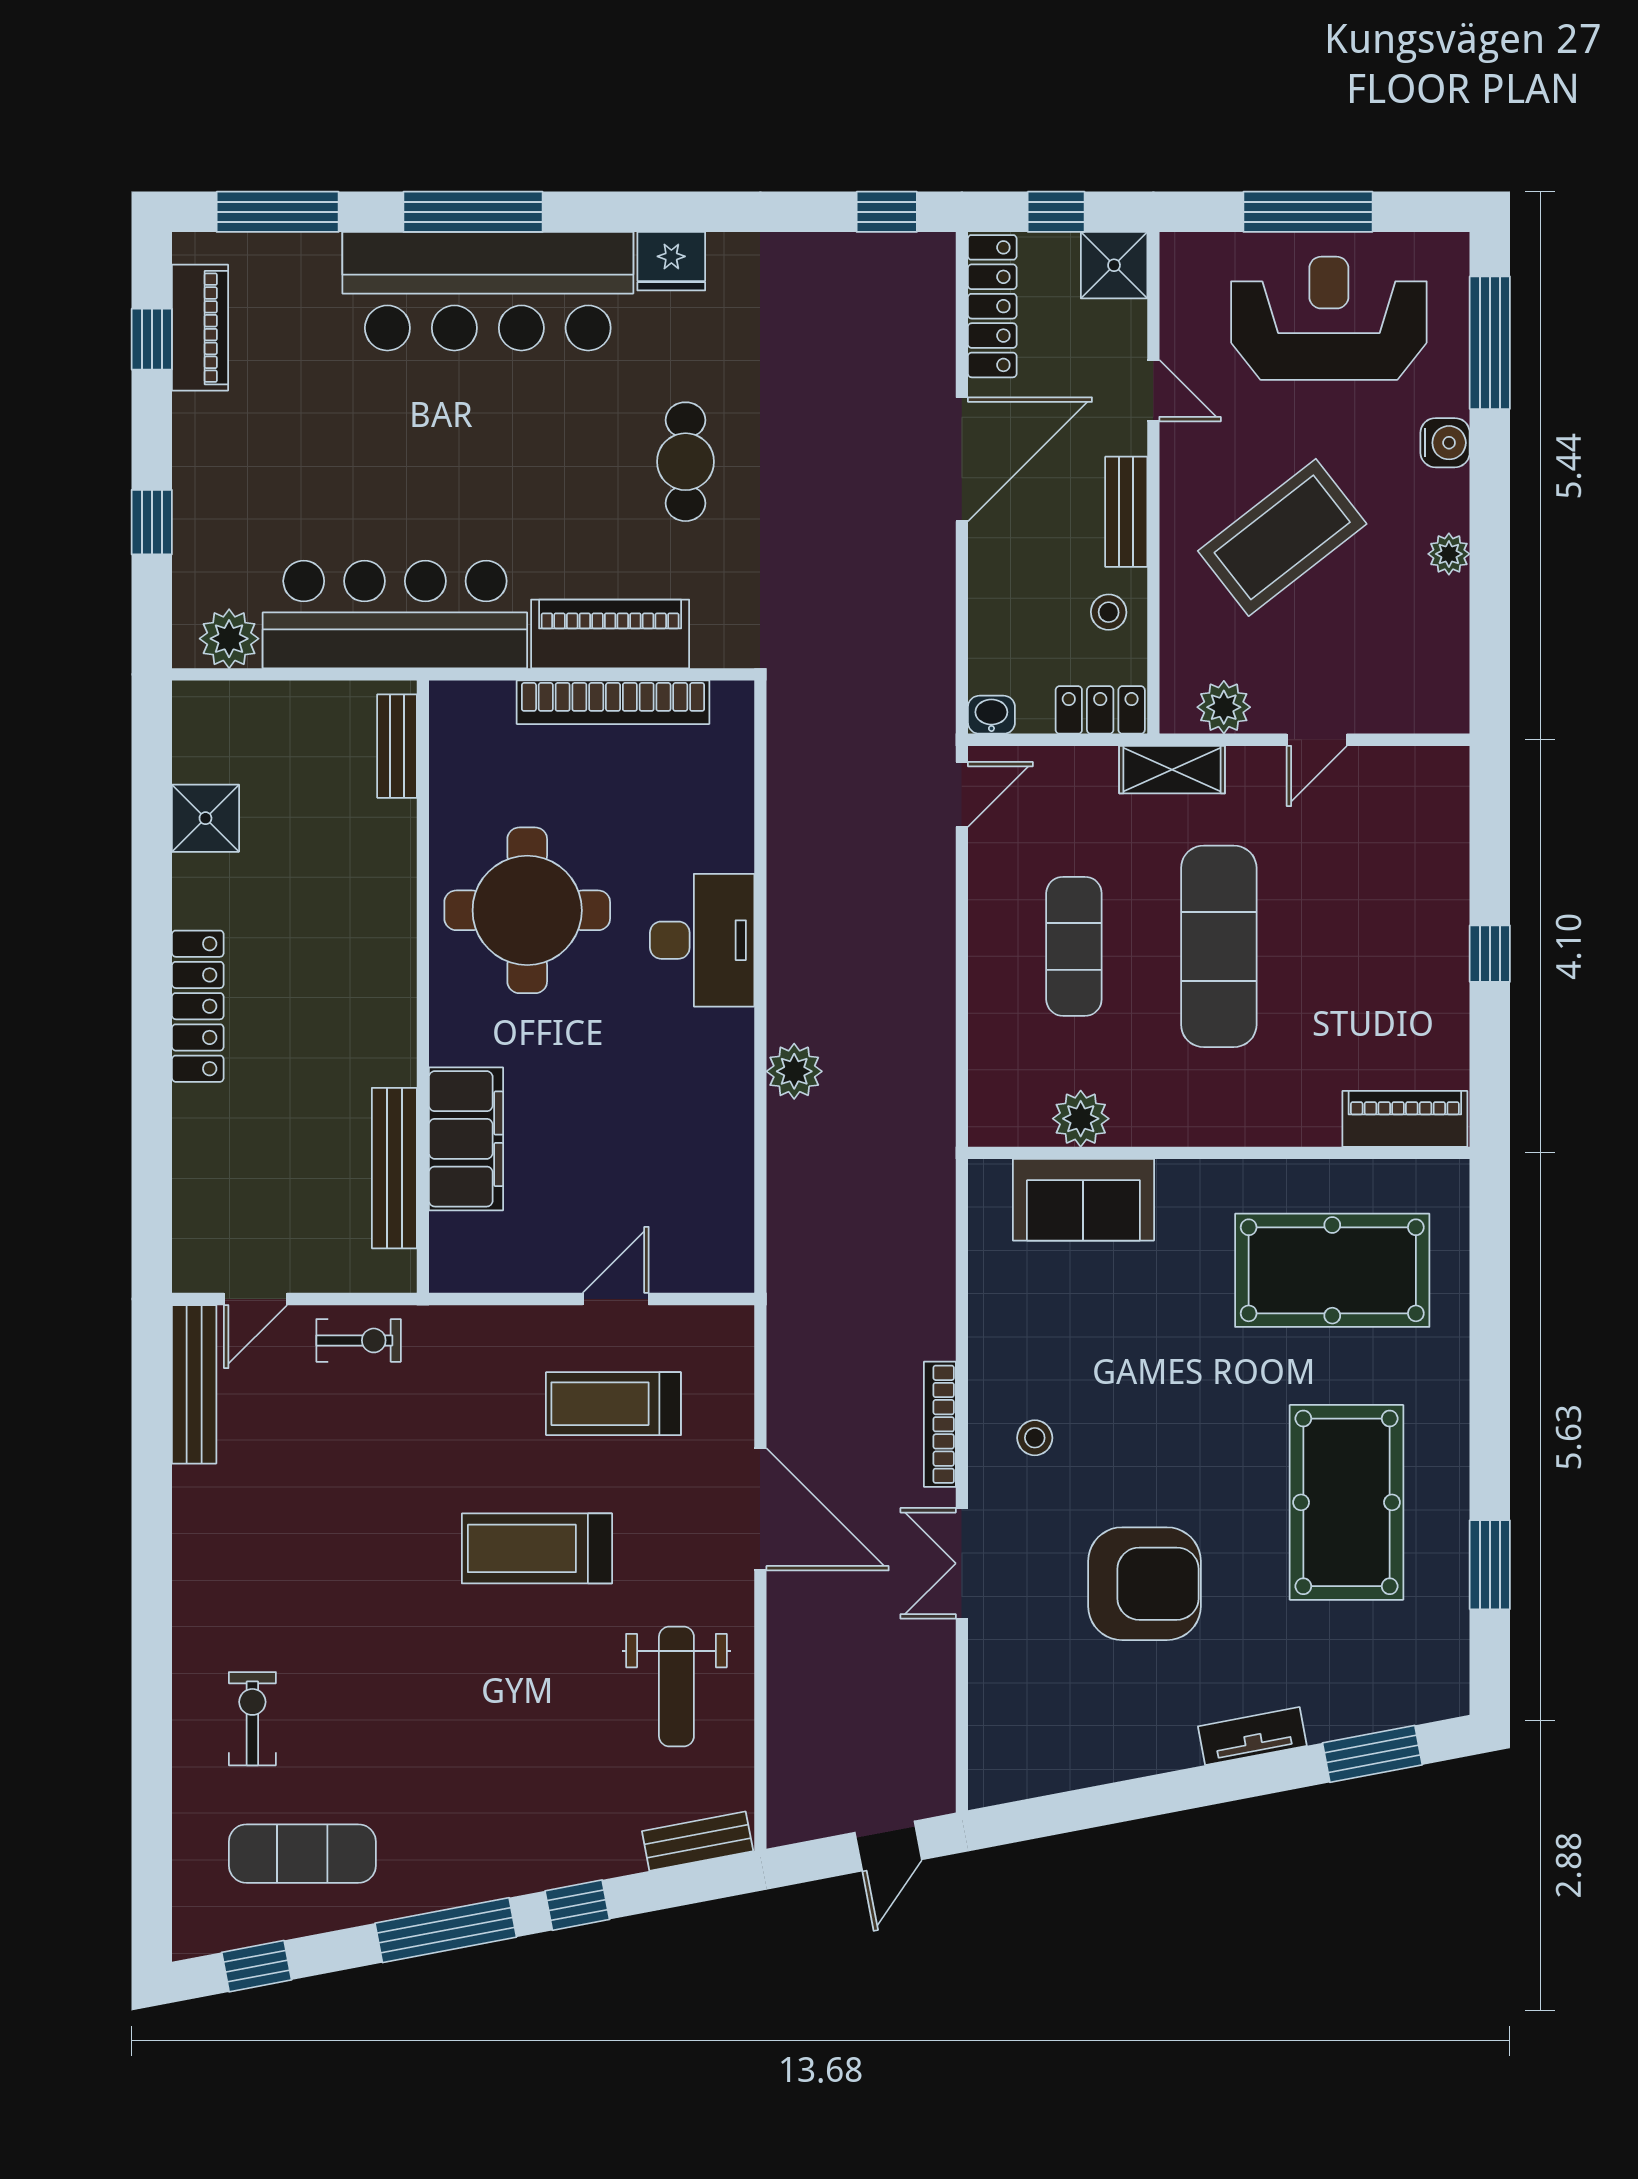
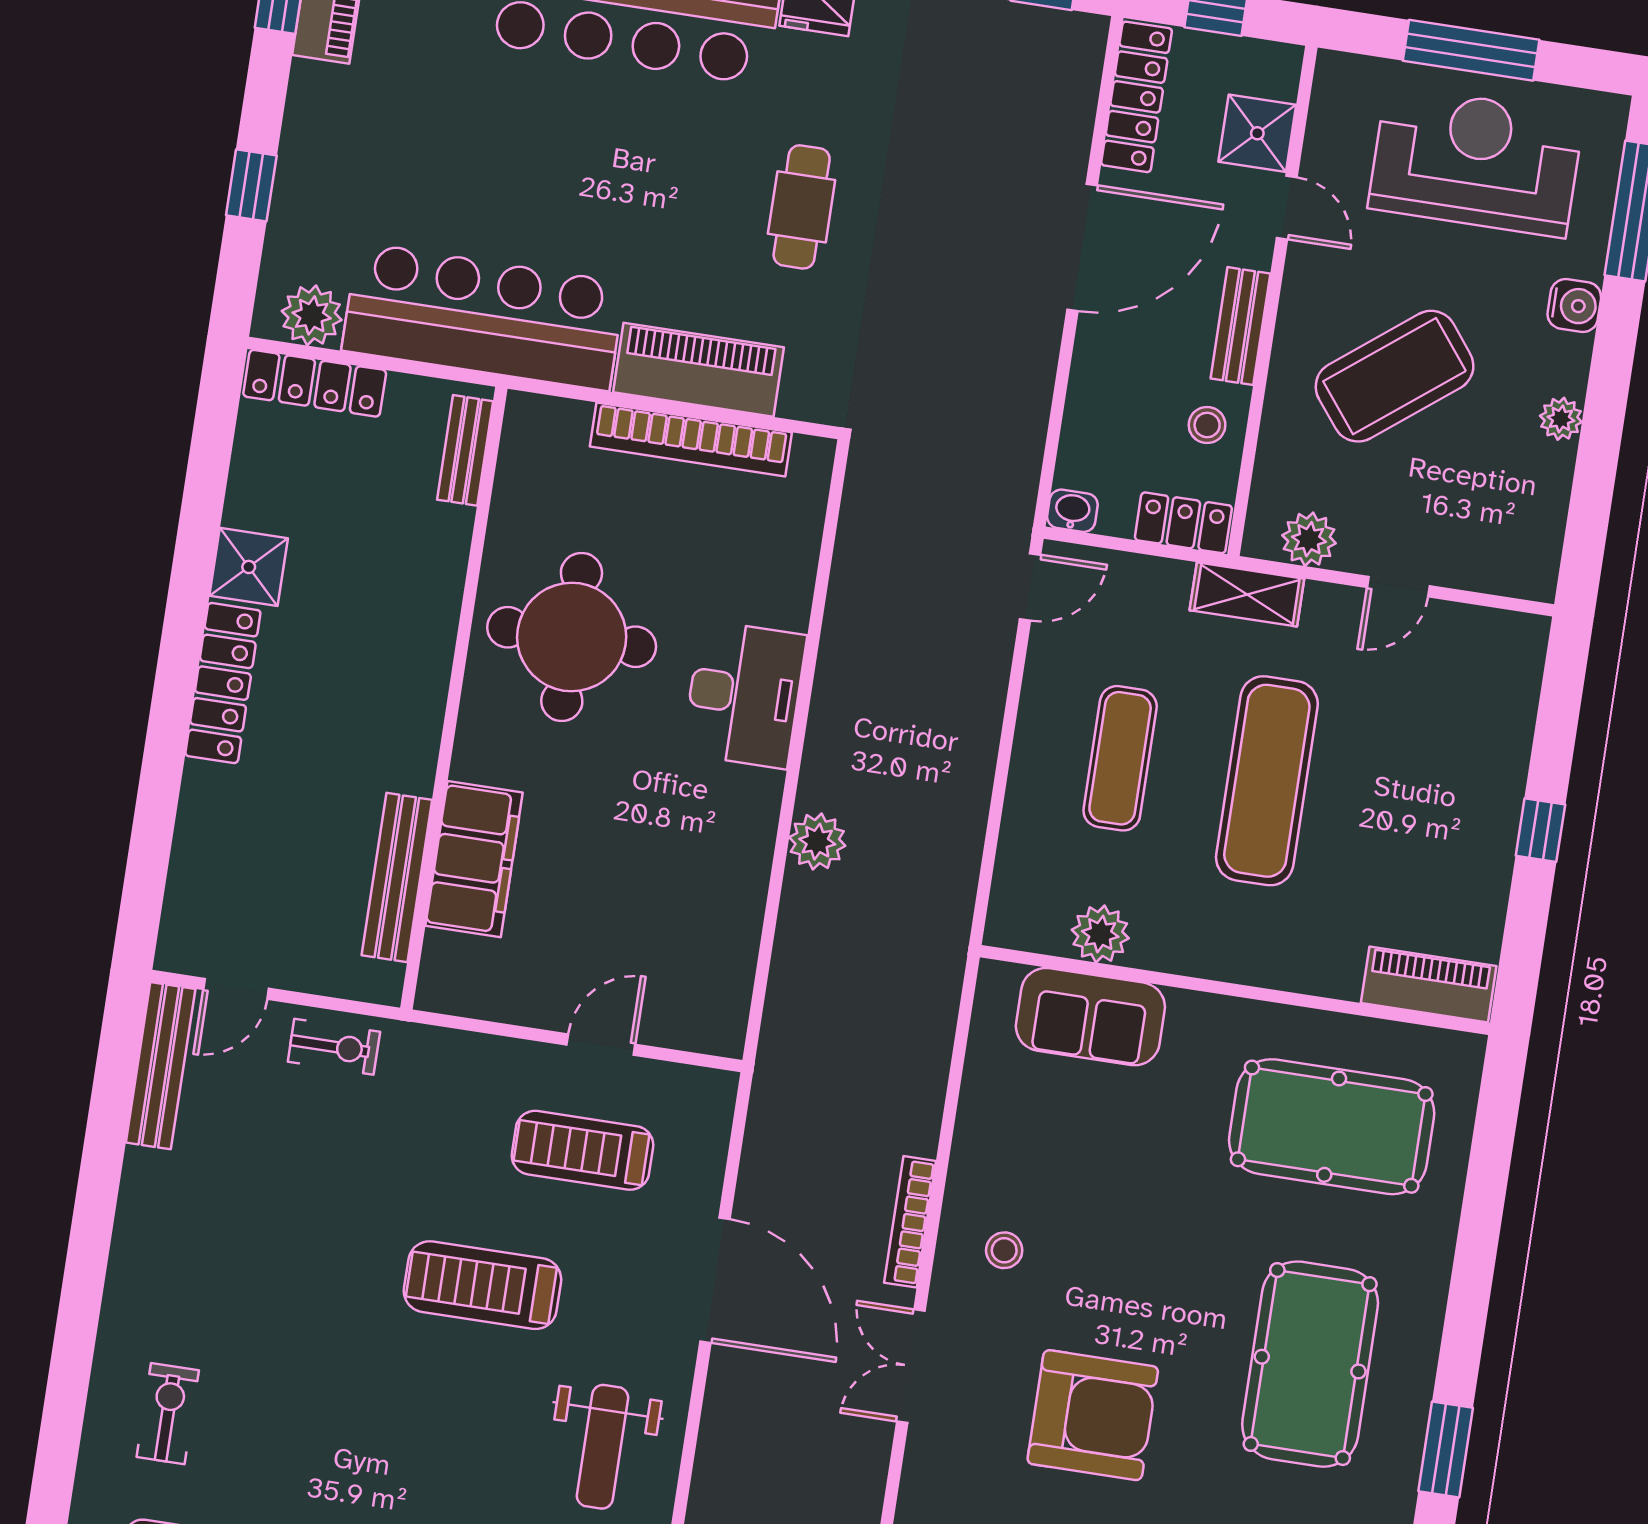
shower: (1114, 265) -> (1257, 133), moved
locker: (242, 704) -> (315, 383), added
shower: (205, 818) -> (249, 567), moved

